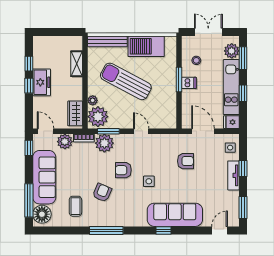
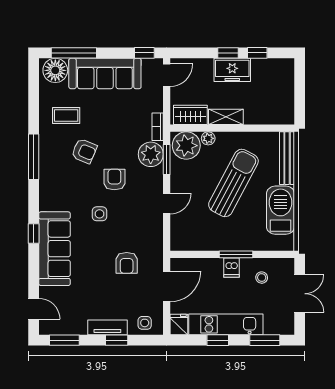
plant: (232, 51) -> (274, 325), removed
shelving: (77, 64) -> (226, 117), moved
plant: (65, 142) -> (153, 101), removed

